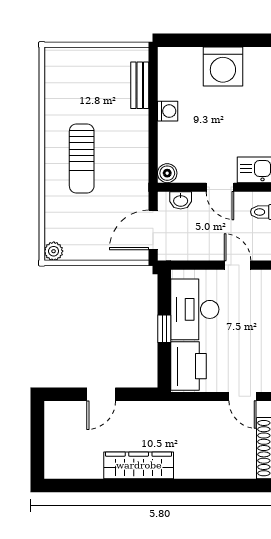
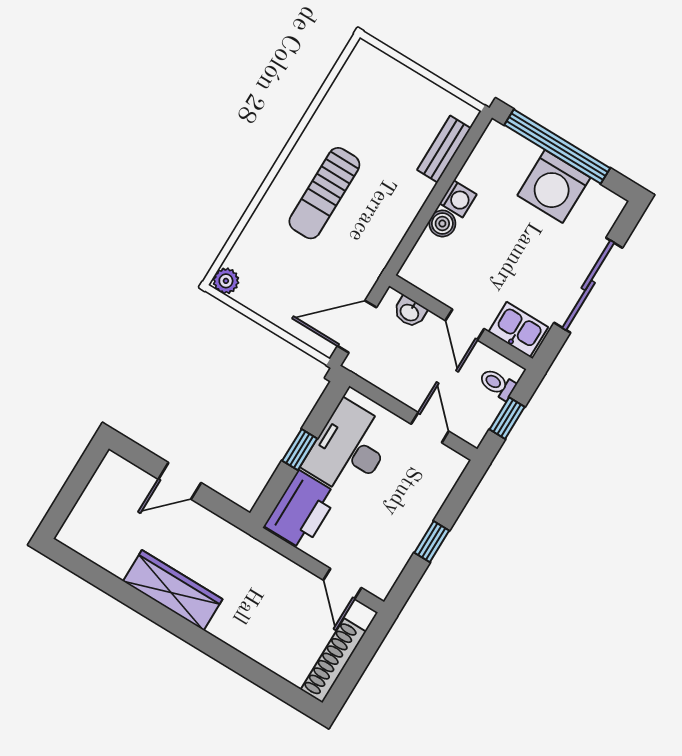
window: (210, 40) -> (557, 147), added
boiler: (167, 173) -> (442, 223), moved

